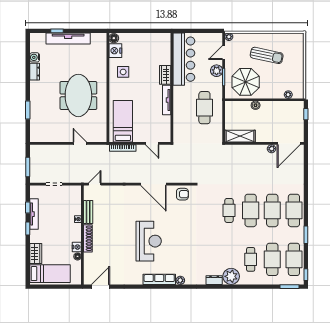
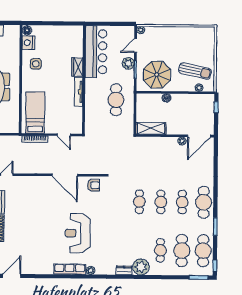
sun lounger: (267, 55) -> (195, 71), moved
cafe table: (251, 210) -> (161, 202), width x0.73, depth x0.74
cafe table: (272, 210) -> (182, 202), width x0.73, depth x0.74
reception desk: (149, 241) -> (78, 233), moved, turned 180

